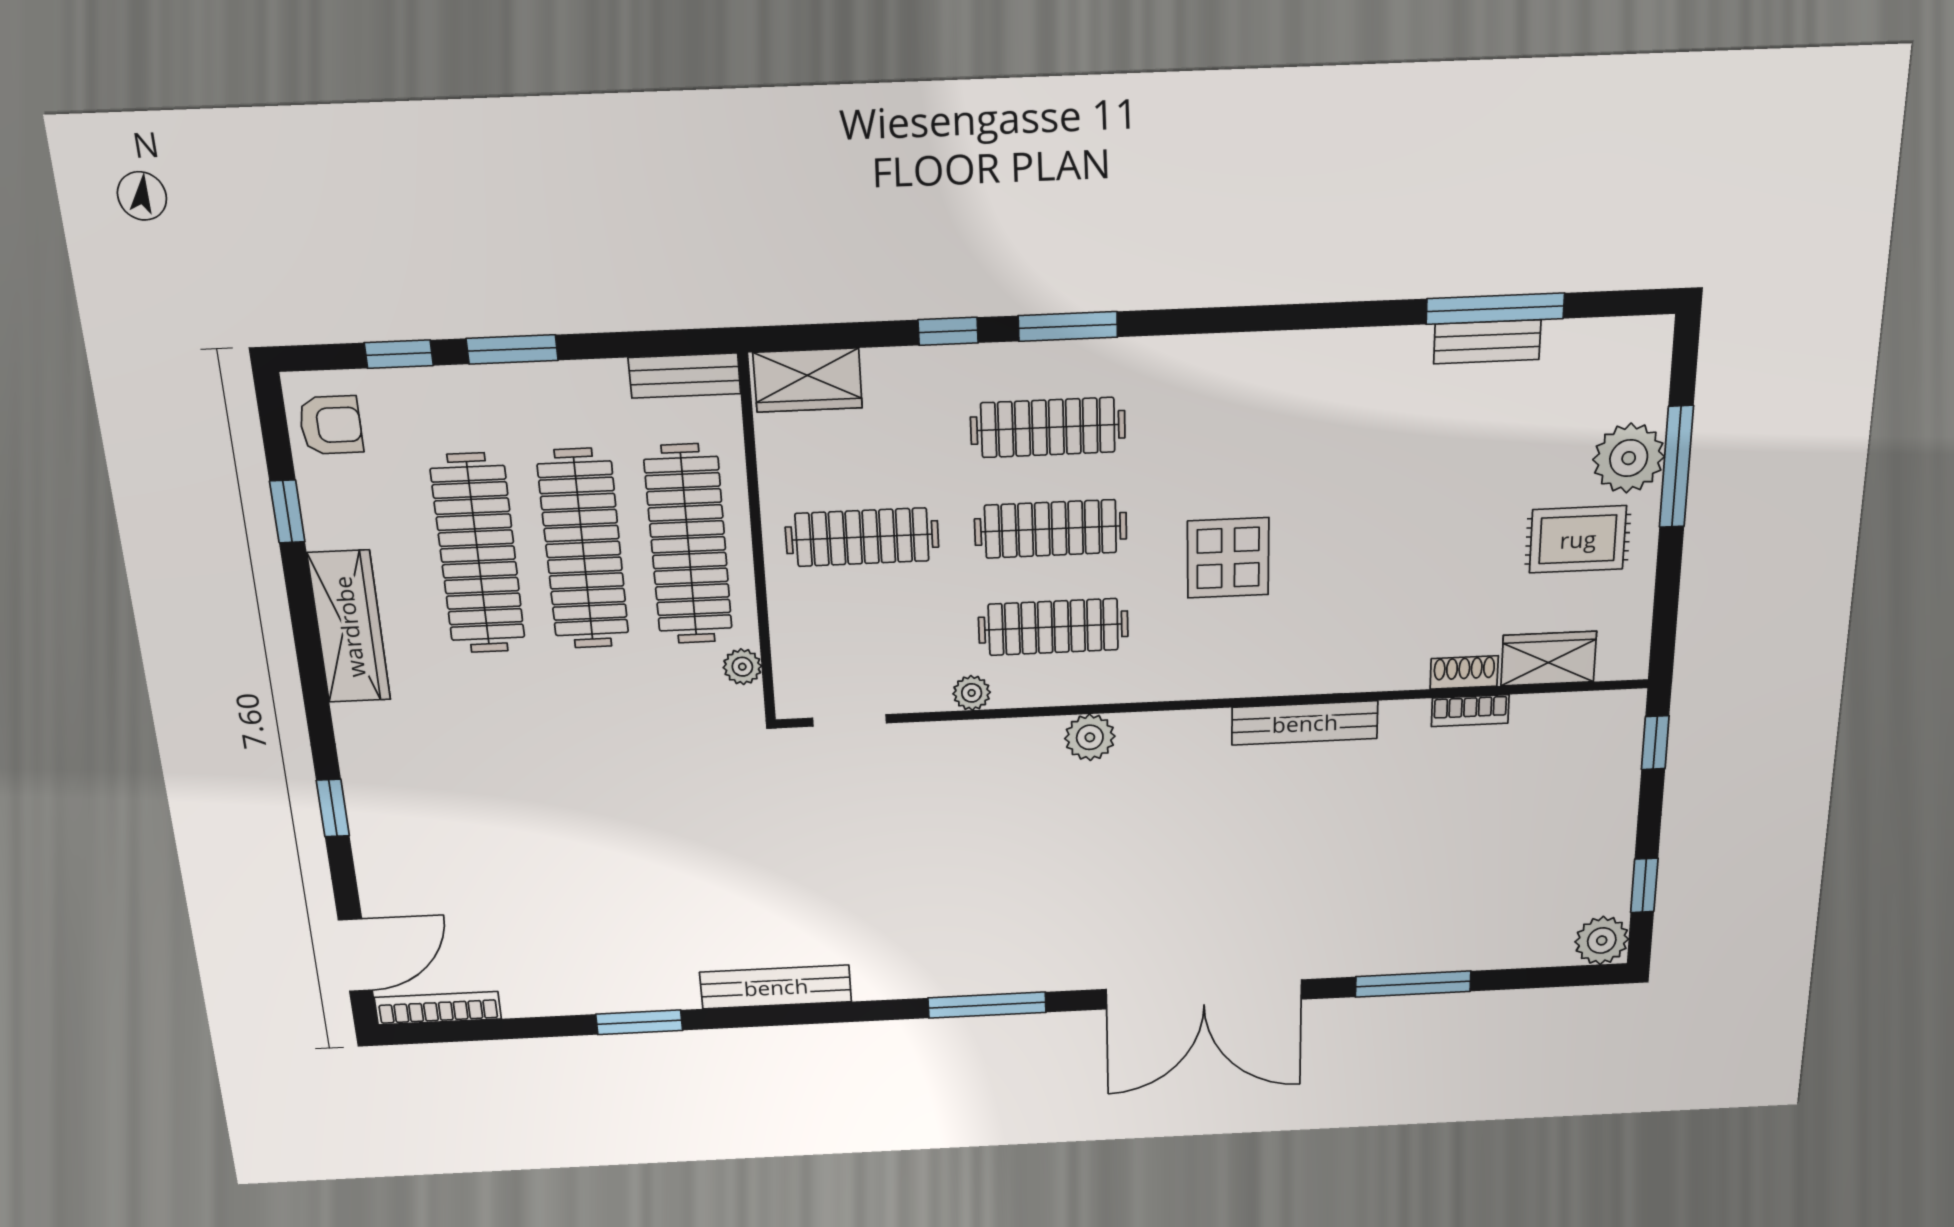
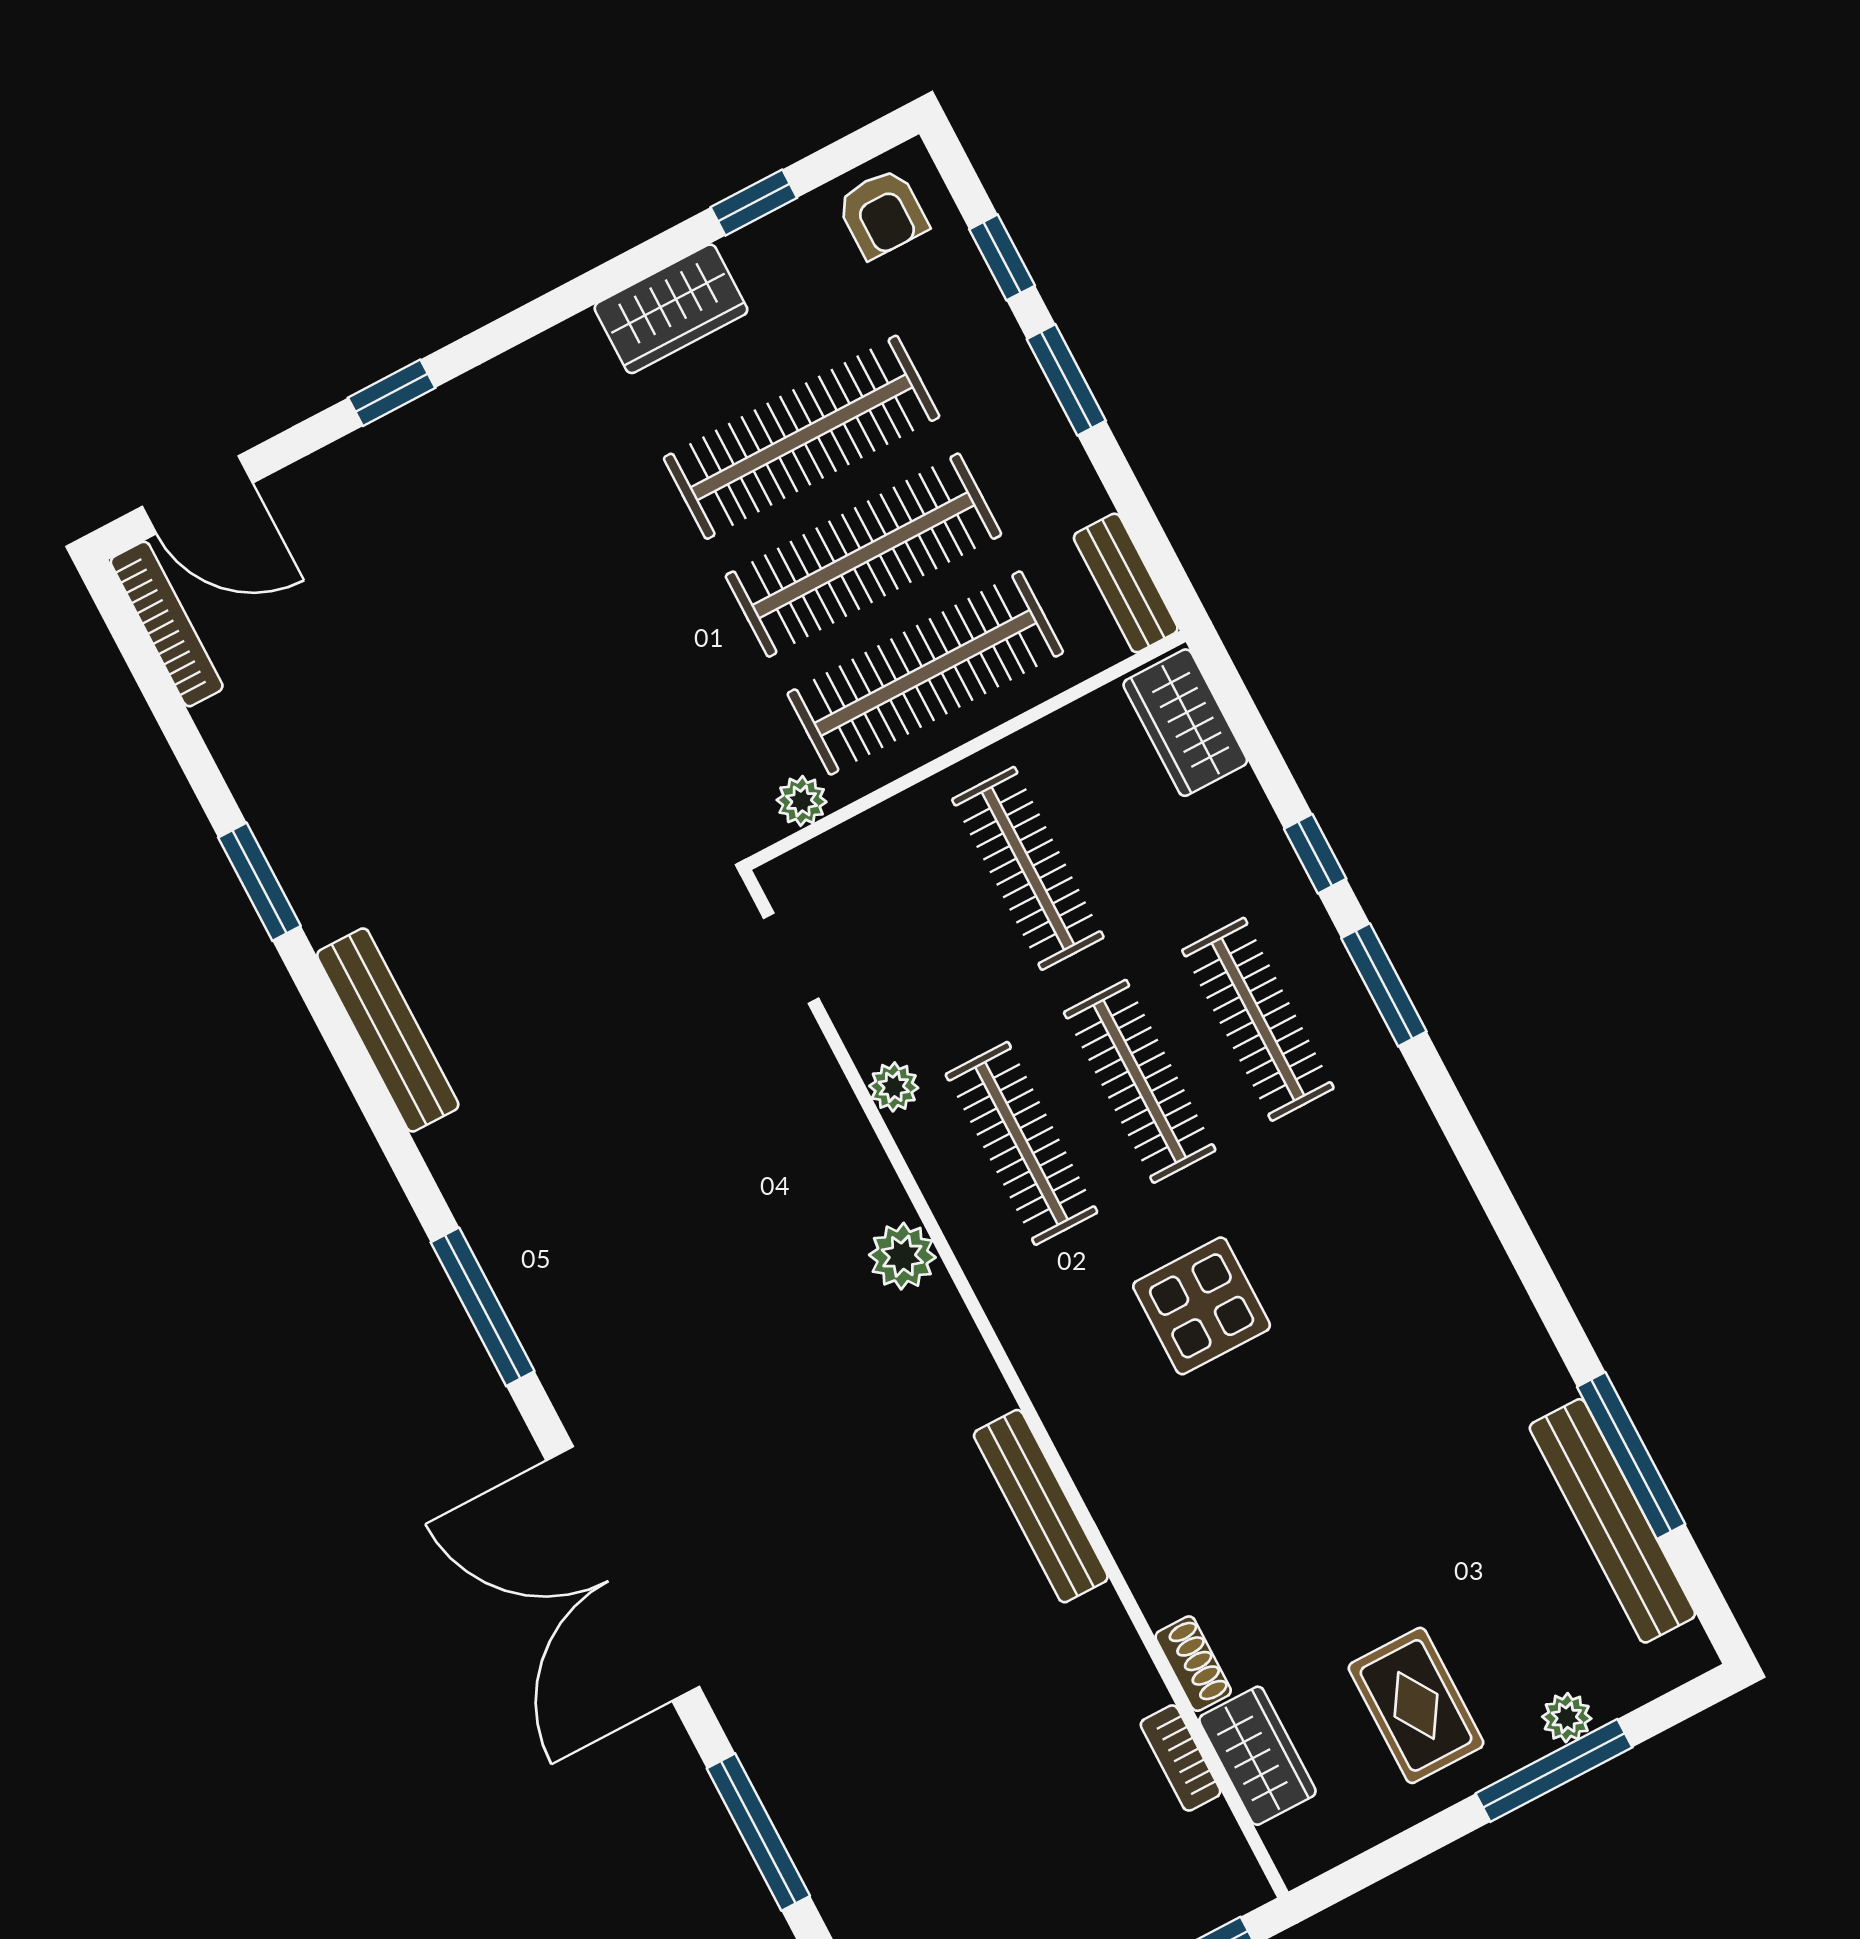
bench: (1487, 342) -> (1612, 1521), width x1.86, depth x1.21
plant: (1629, 458) -> (1567, 1718), width x0.53, depth x0.53
wardrobe: (349, 627) -> (671, 309), width x0.67
bookcase: (1470, 711) -> (1181, 1758), moved

